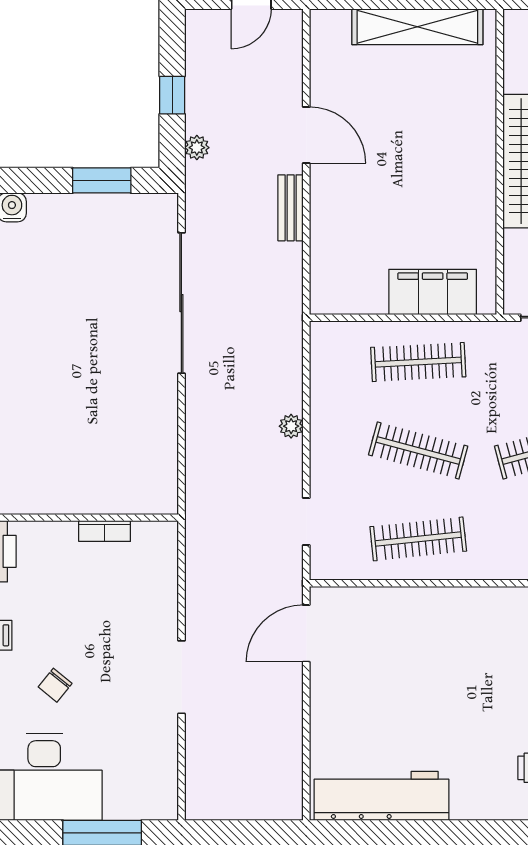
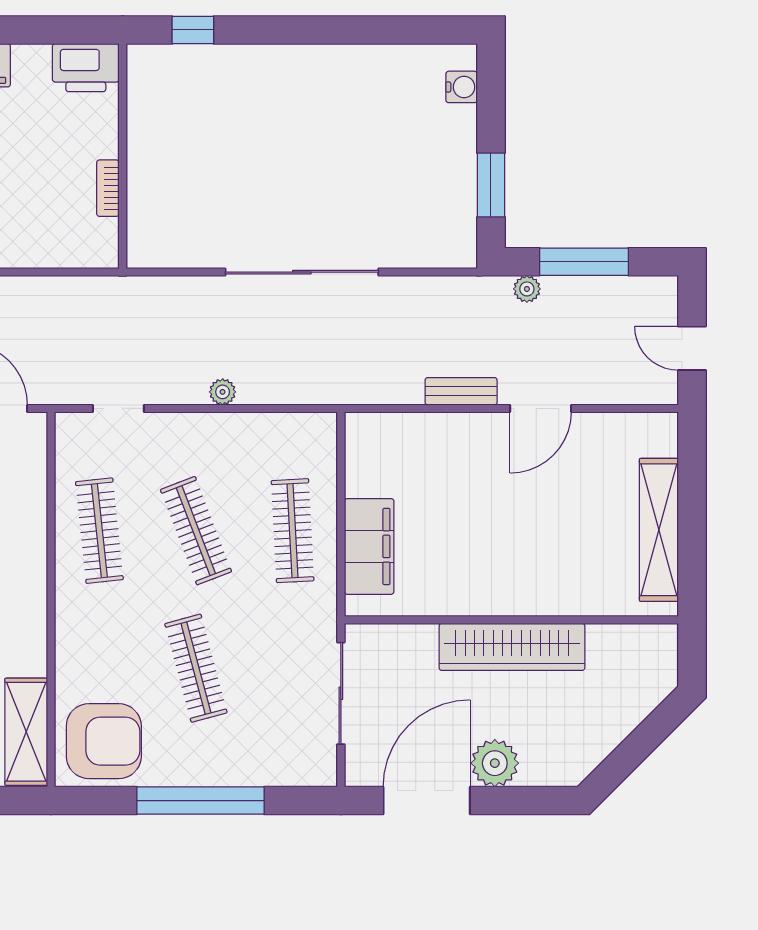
window: (172, 95) -> (584, 262), width x2.17
sliding door: (181, 303) -> (302, 272), moved
clothes rail: (418, 451) -> (196, 531), turned -36

